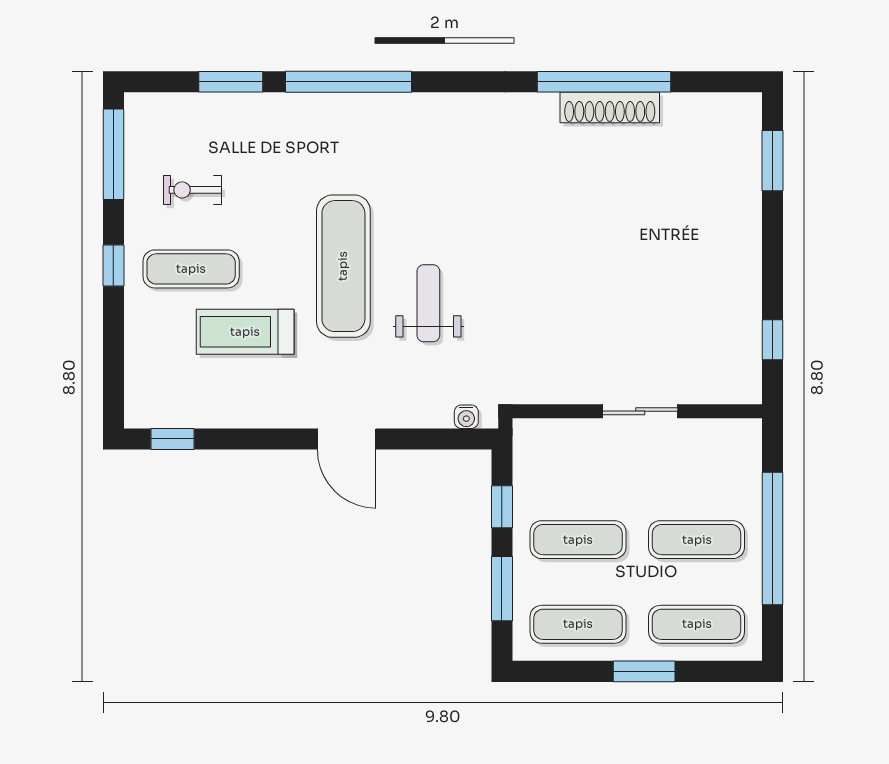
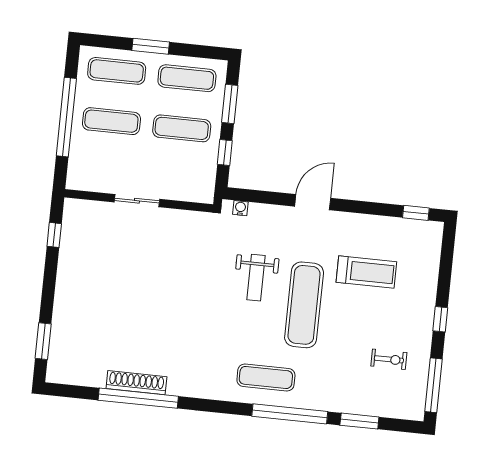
exercise mat: (191, 269) -> (266, 377), moved
door: (347, 439) -> (313, 202), hinge flipped

